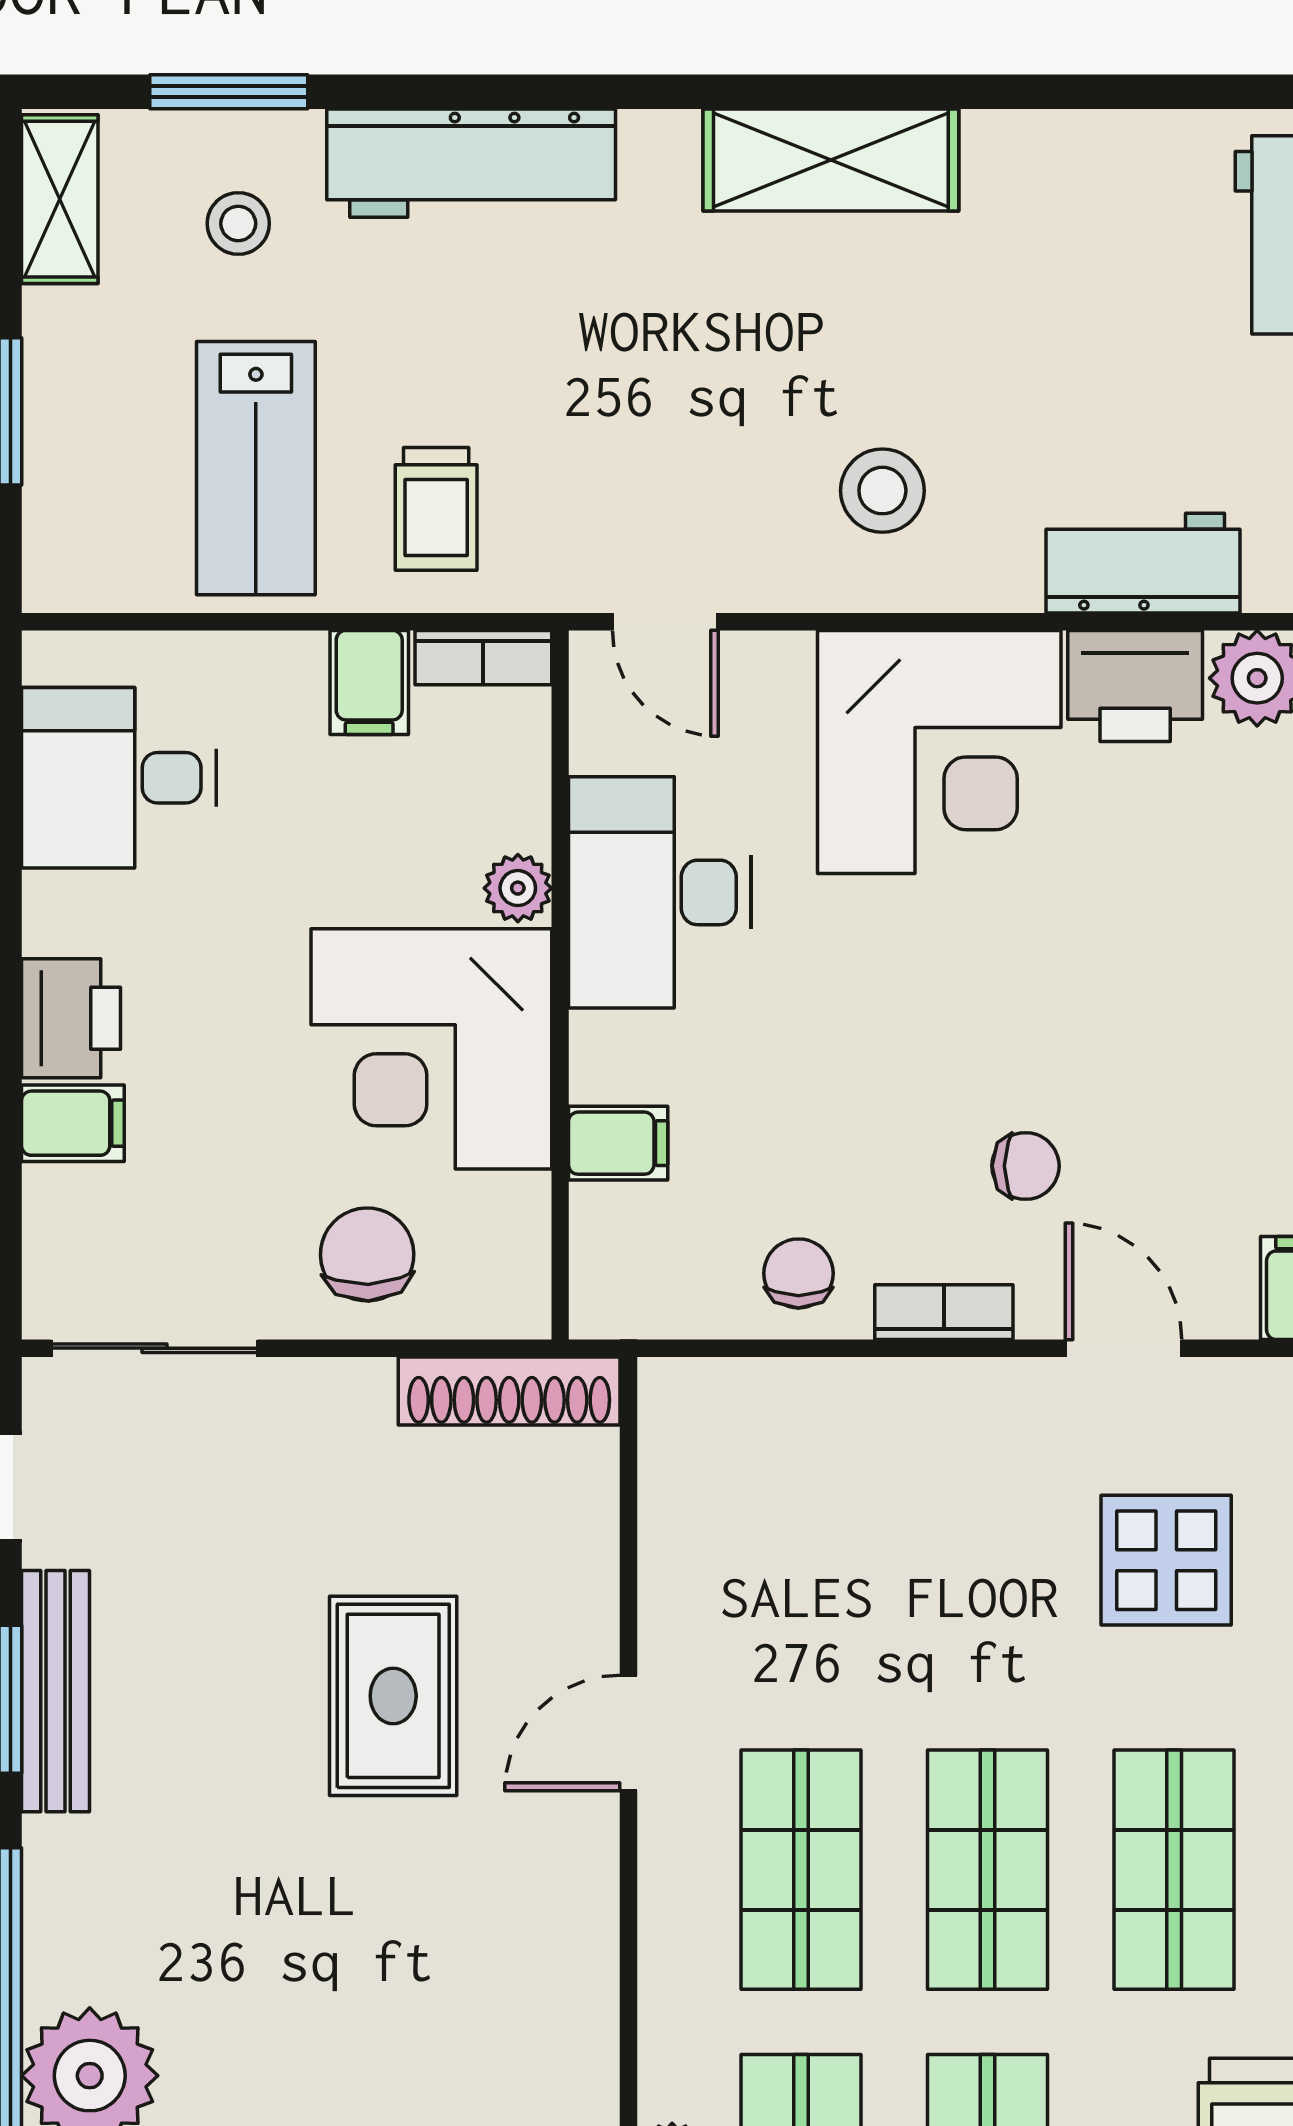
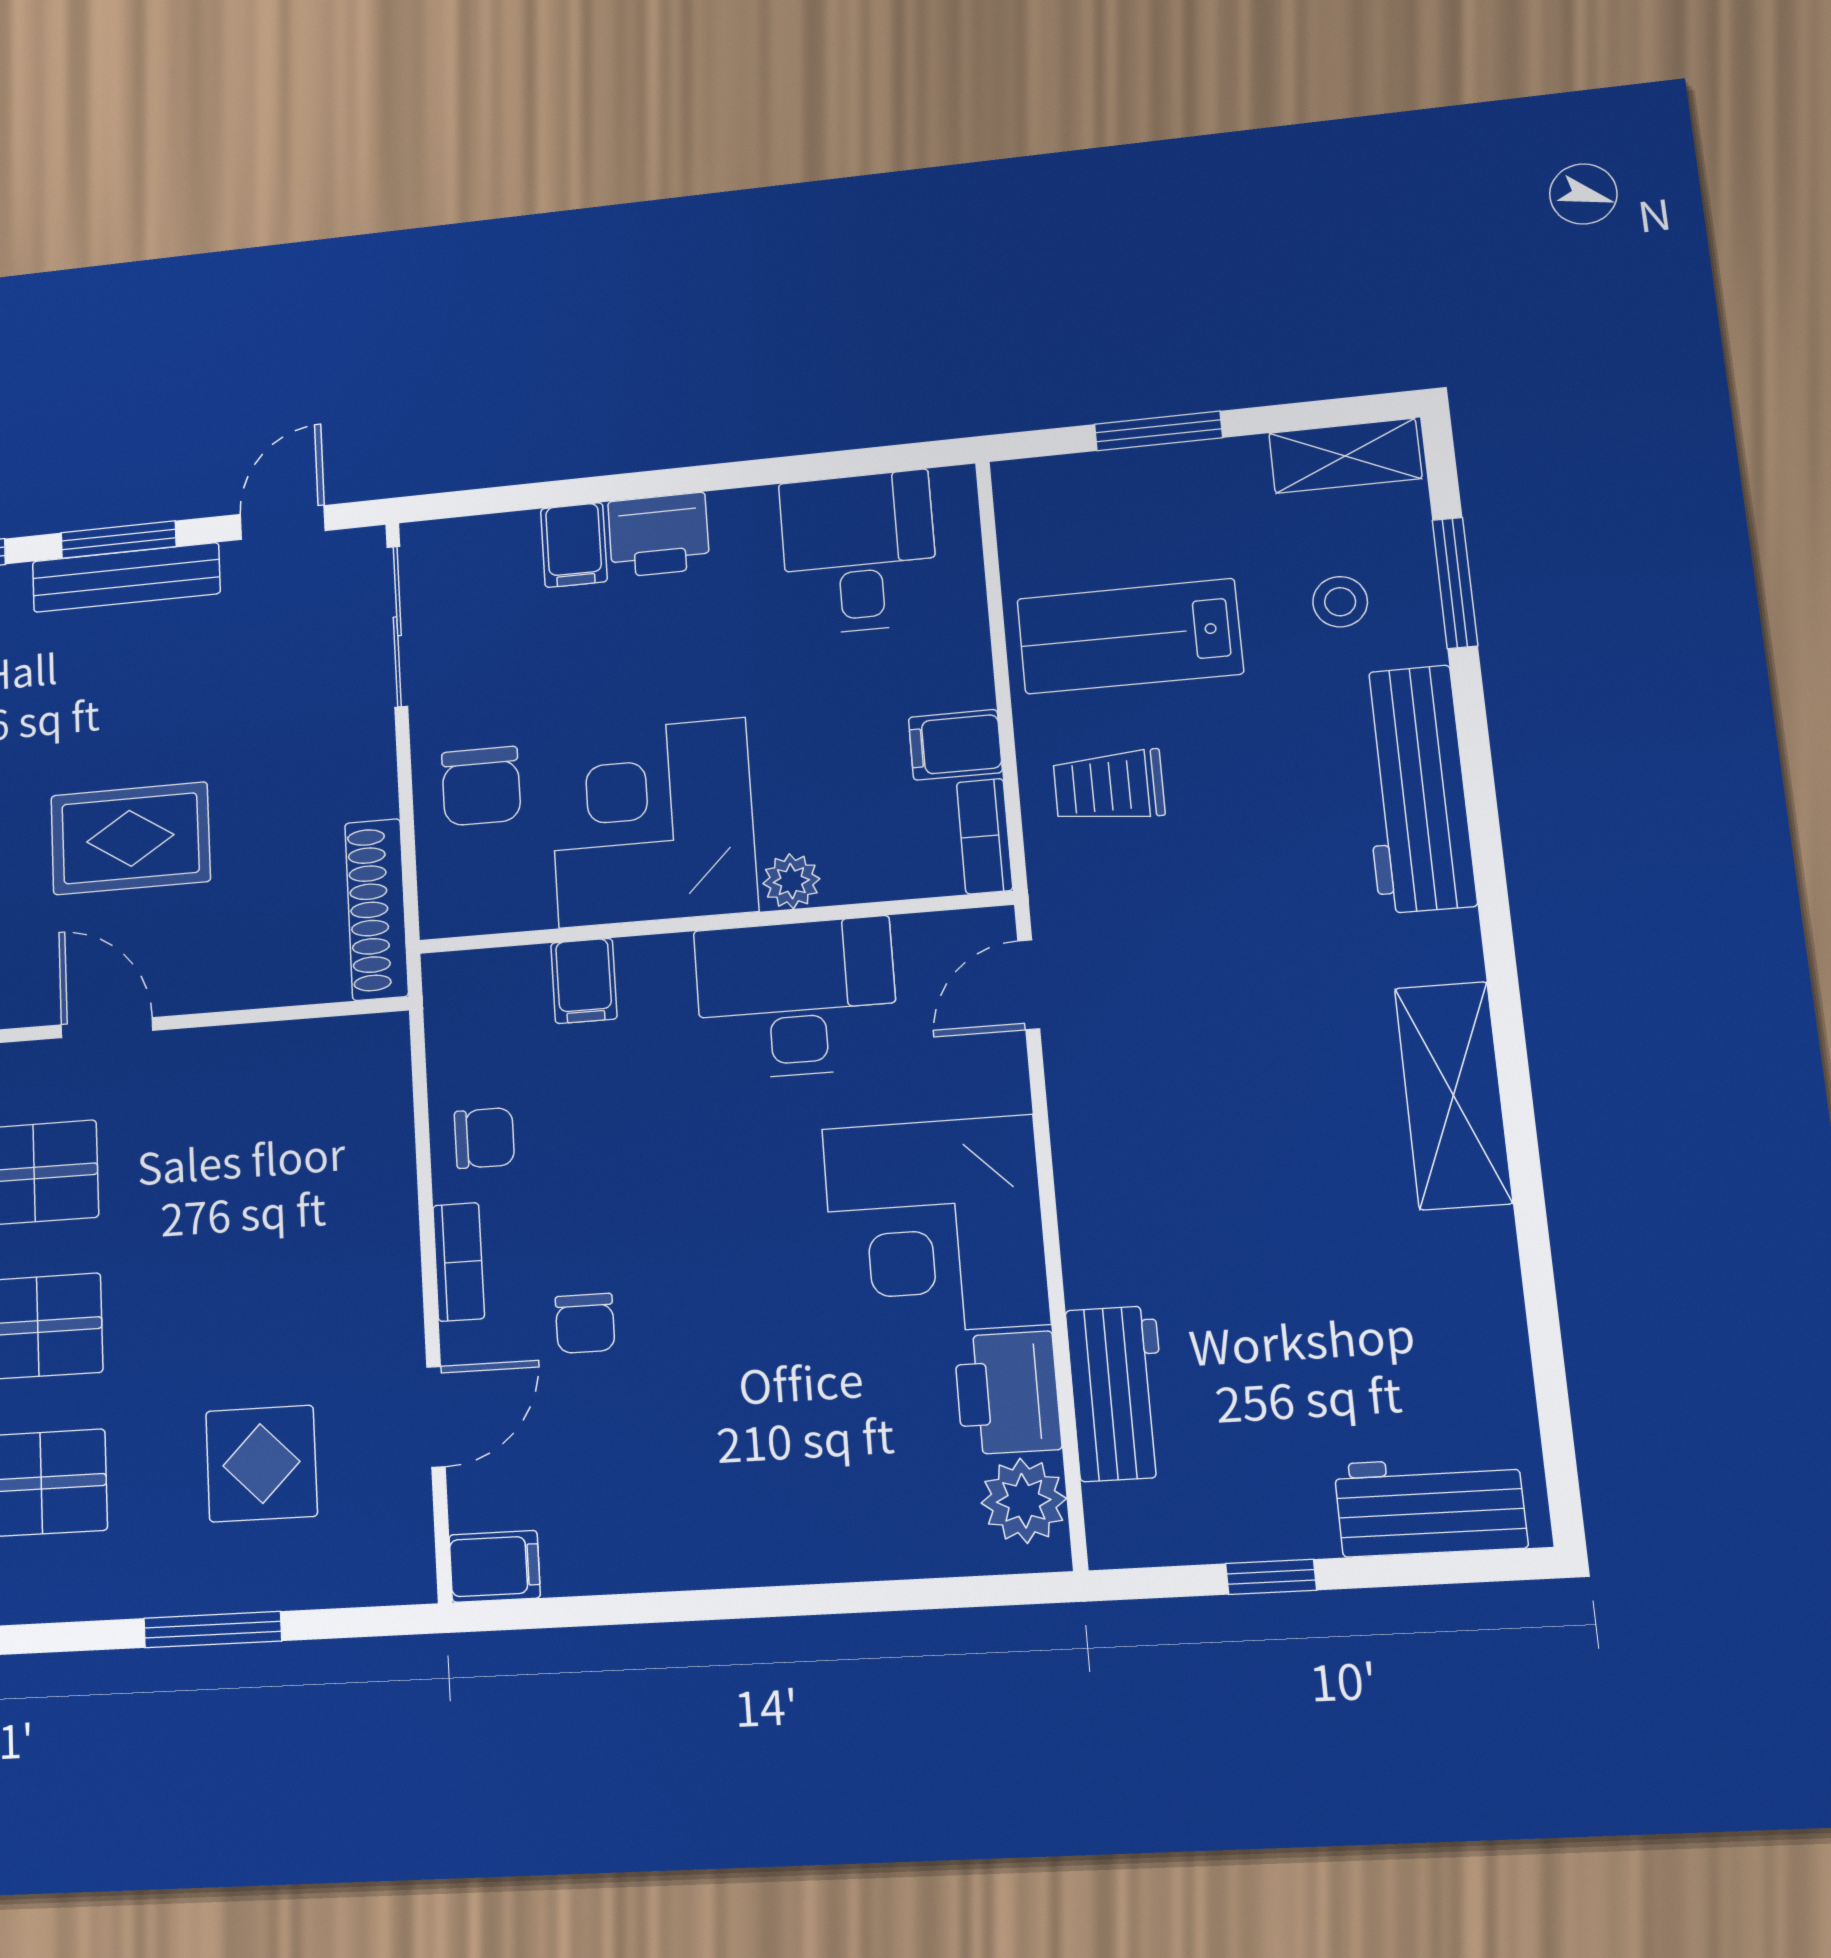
stool: (882, 491) -> (1161, 1161), removed
chair: (367, 1254) -> (481, 786), turned 92

